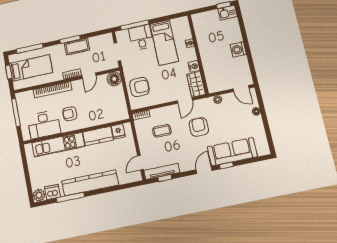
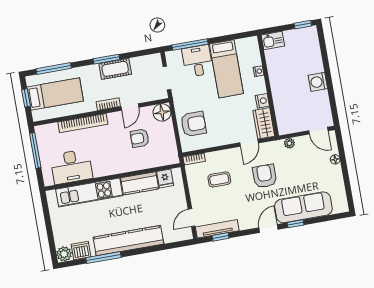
kitchen sink: (228, 13) -> (273, 41), moved
armchair: (70, 114) -> (140, 138), moved

